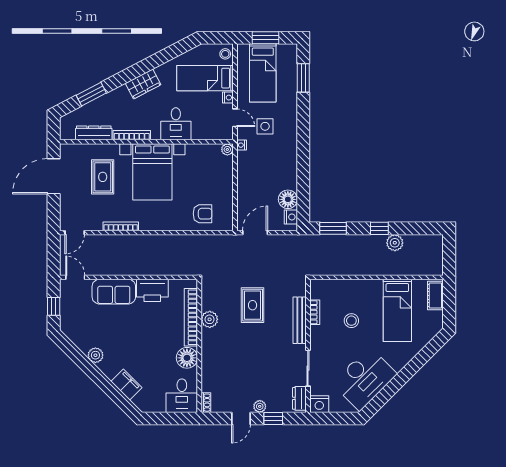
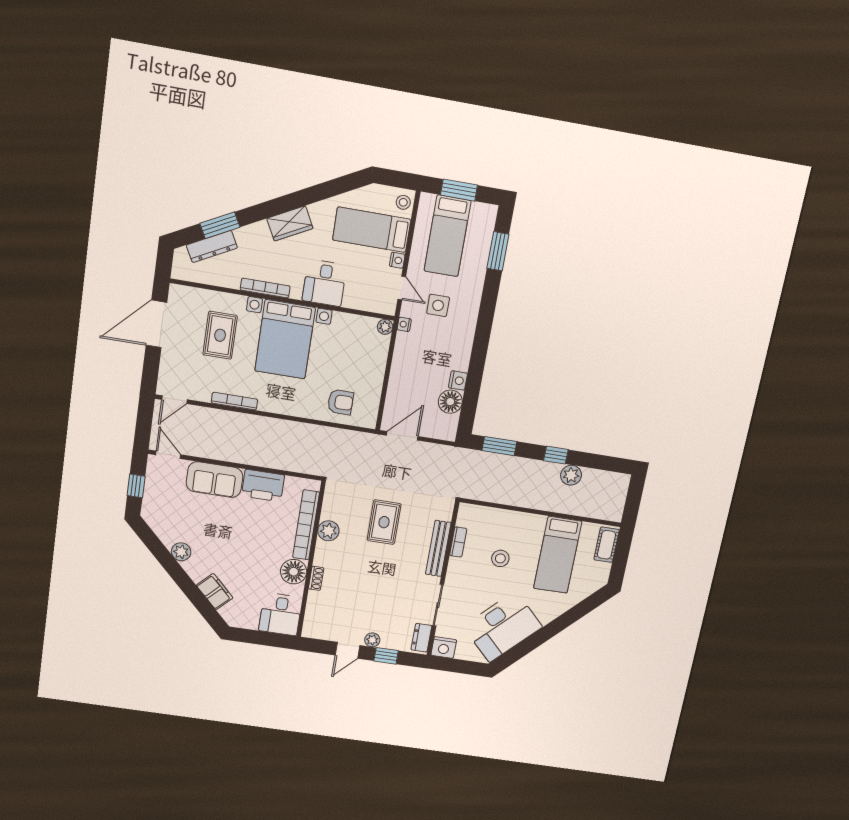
dresser: (94, 133) -> (212, 246), moved, turned 152
nightstand: (291, 217) -> (458, 380), moved
shoe rack: (206, 403) -> (316, 578), moved

